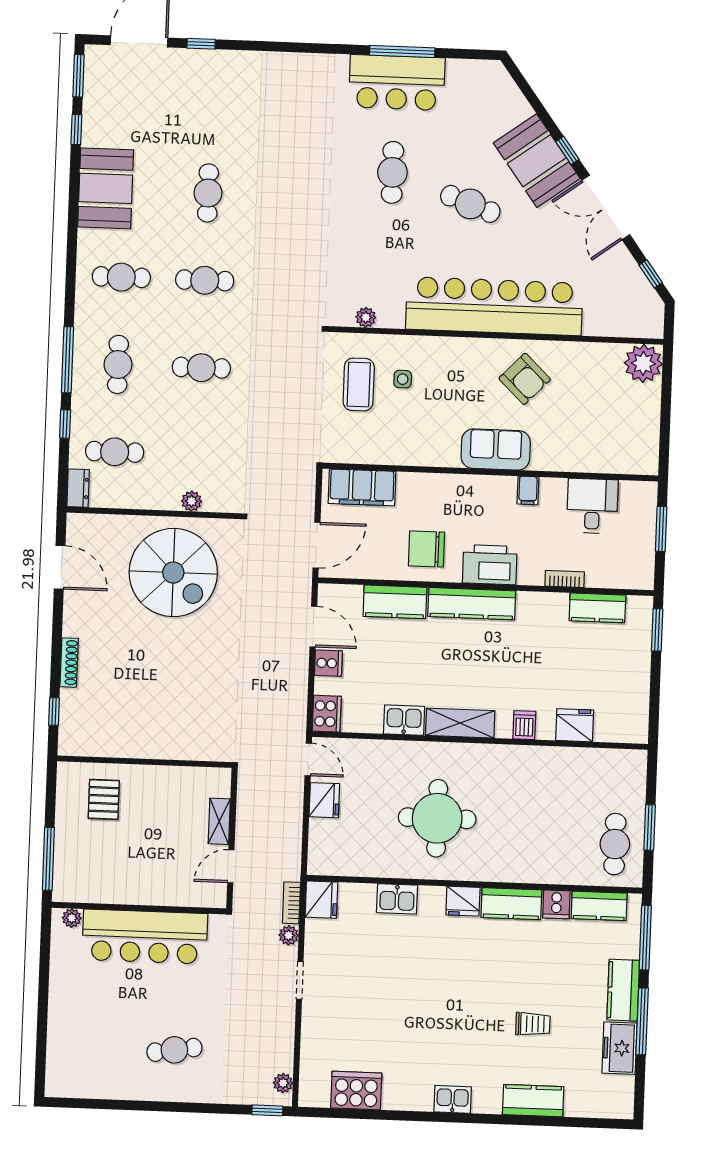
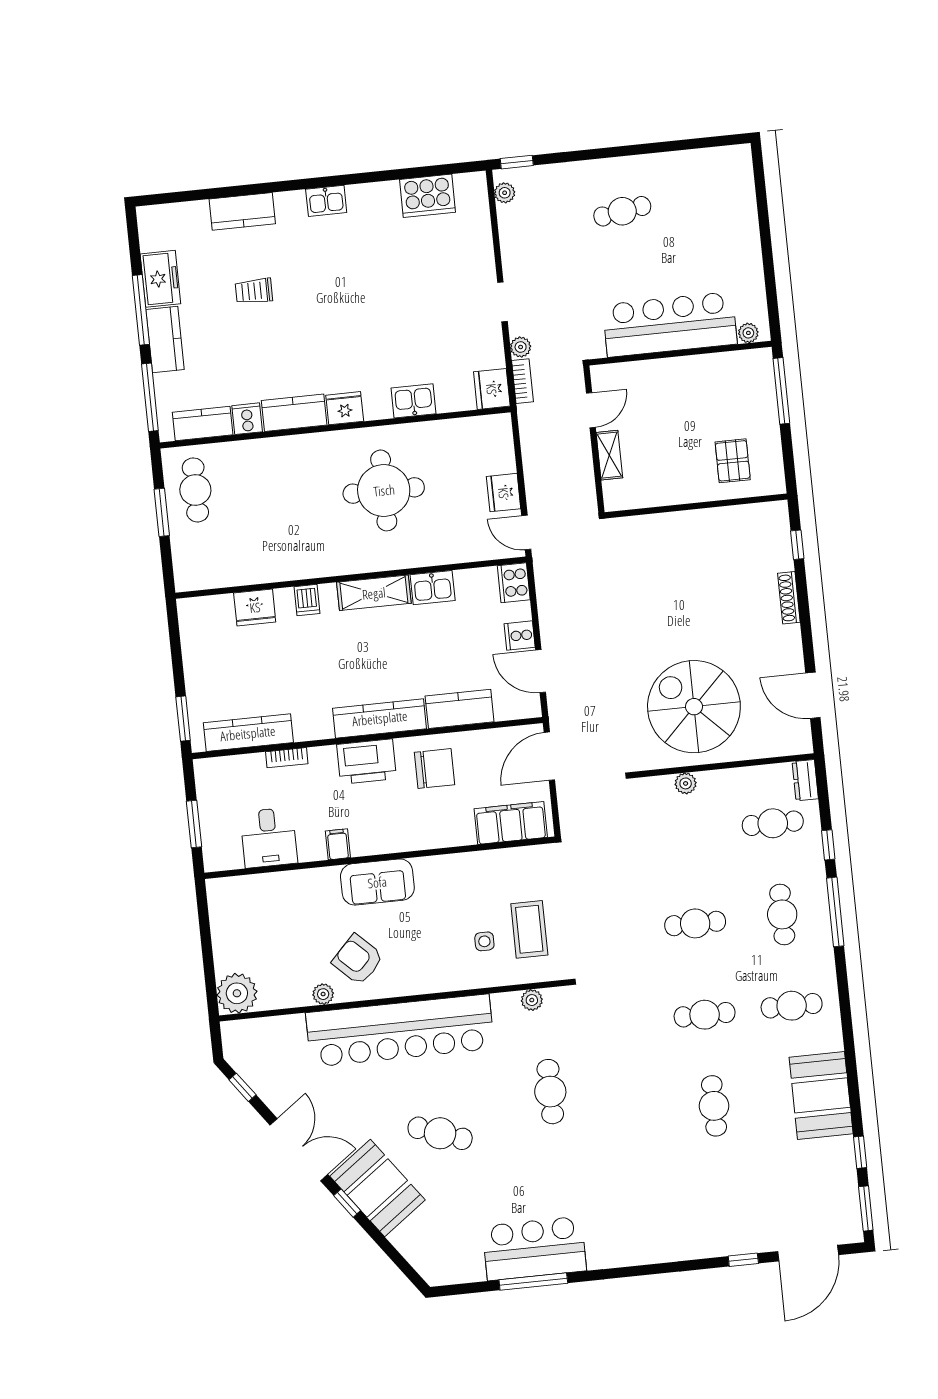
cafe table: (392, 172) -> (550, 1092), moved
plant: (562, 351) -> (323, 994), added
kitchen counter: (597, 608) -> (248, 733), width x1.50

